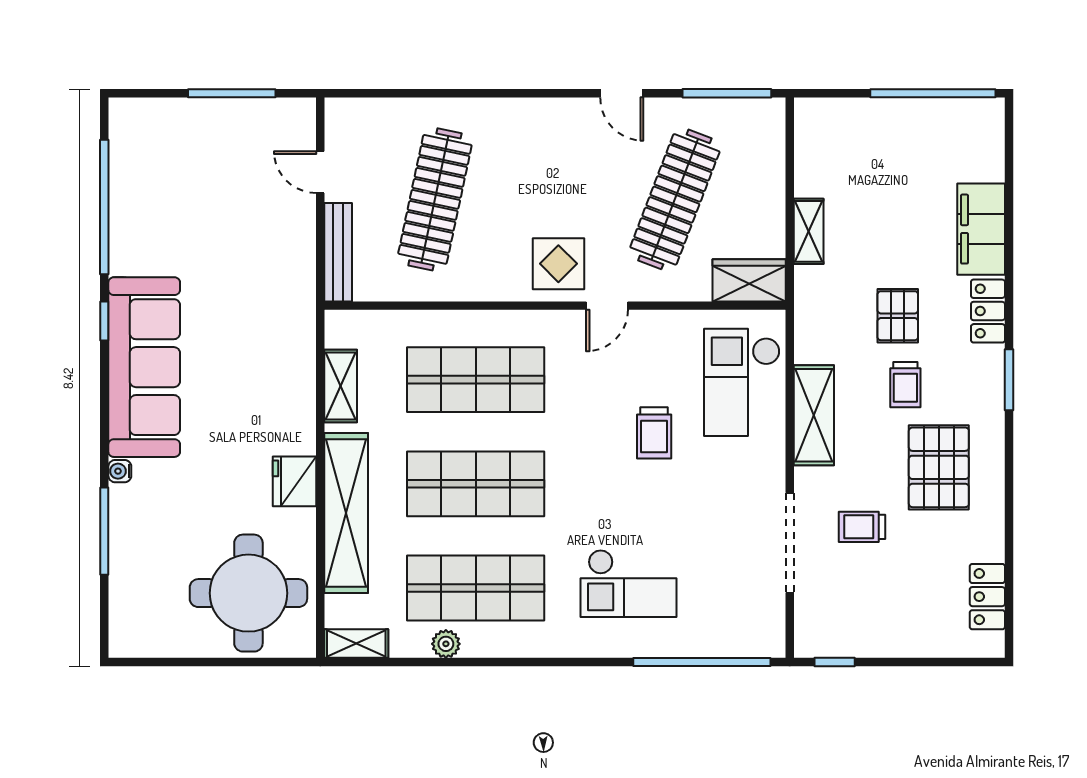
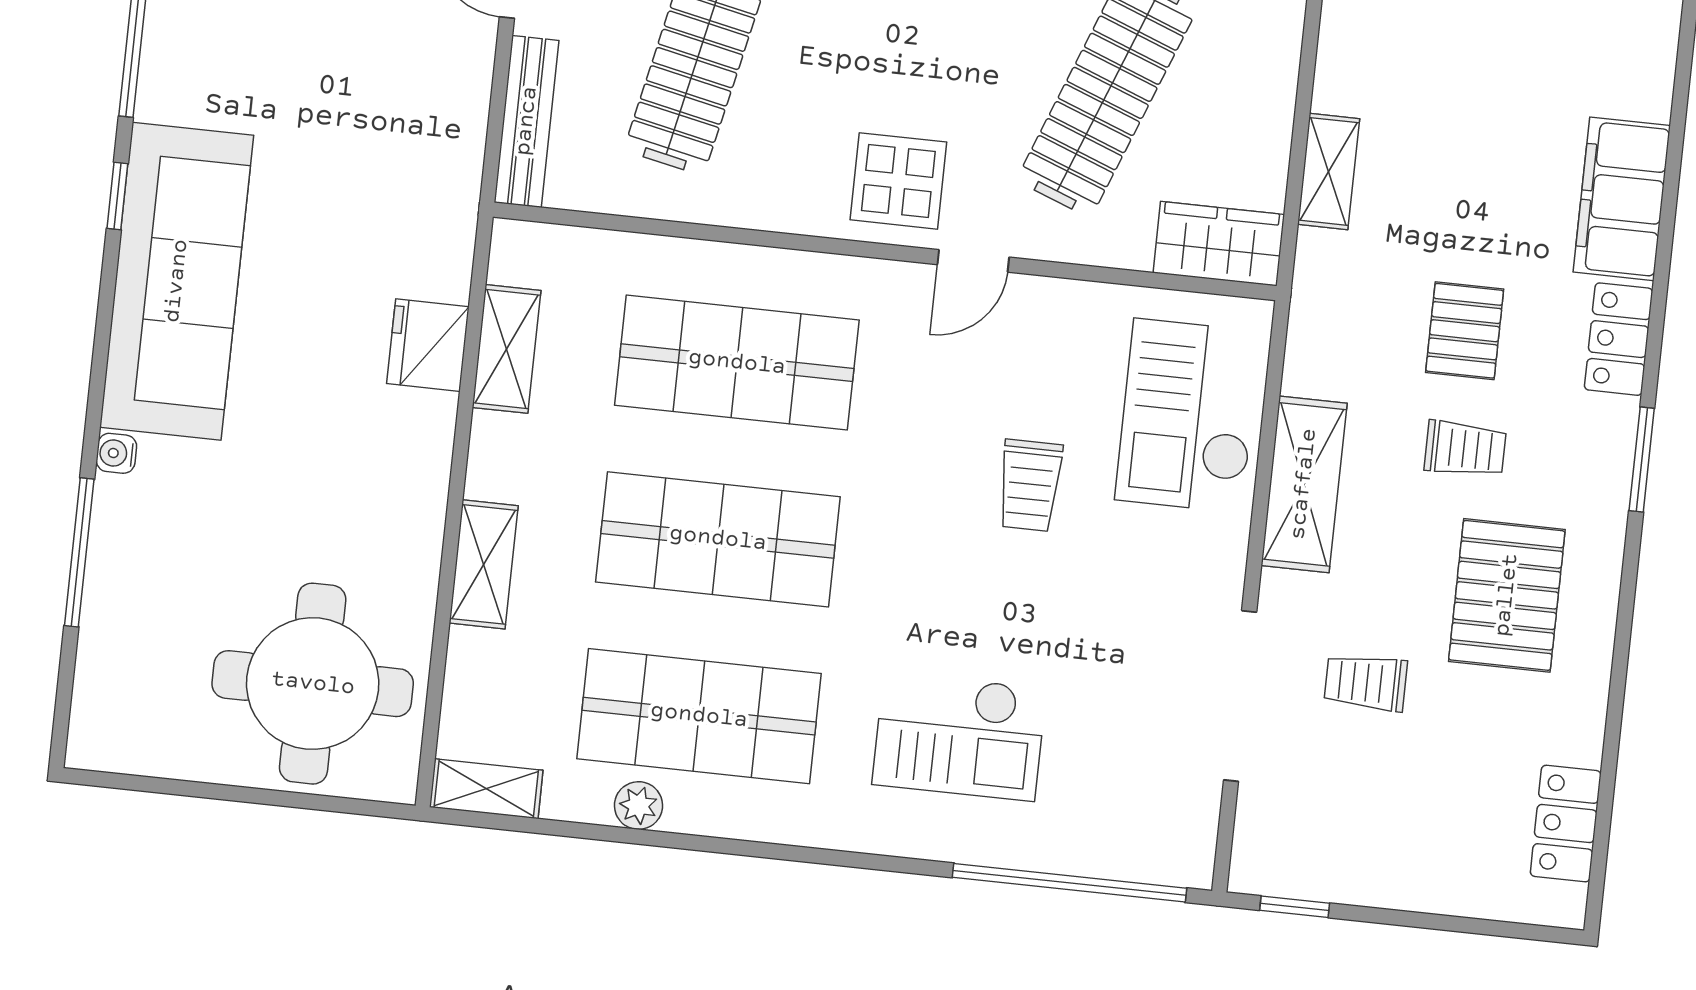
trolley: (905, 385) -> (1465, 449), turned -90
fridge: (295, 481) -> (428, 345), moved
shelving: (346, 513) -> (484, 564), width x0.45, depth x0.75

